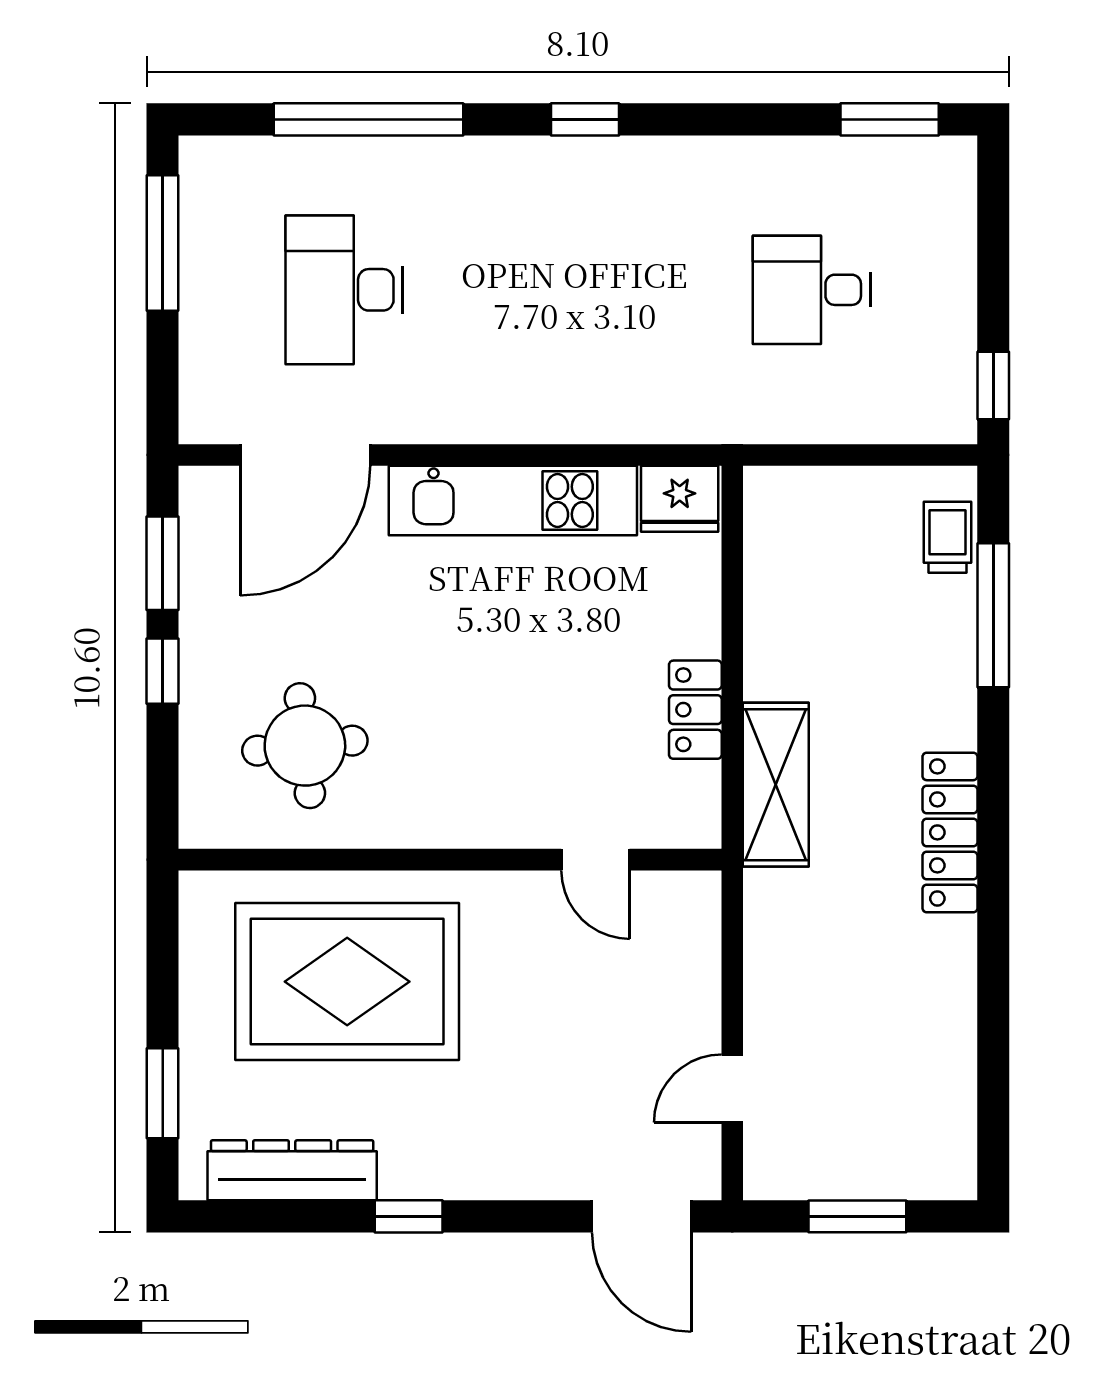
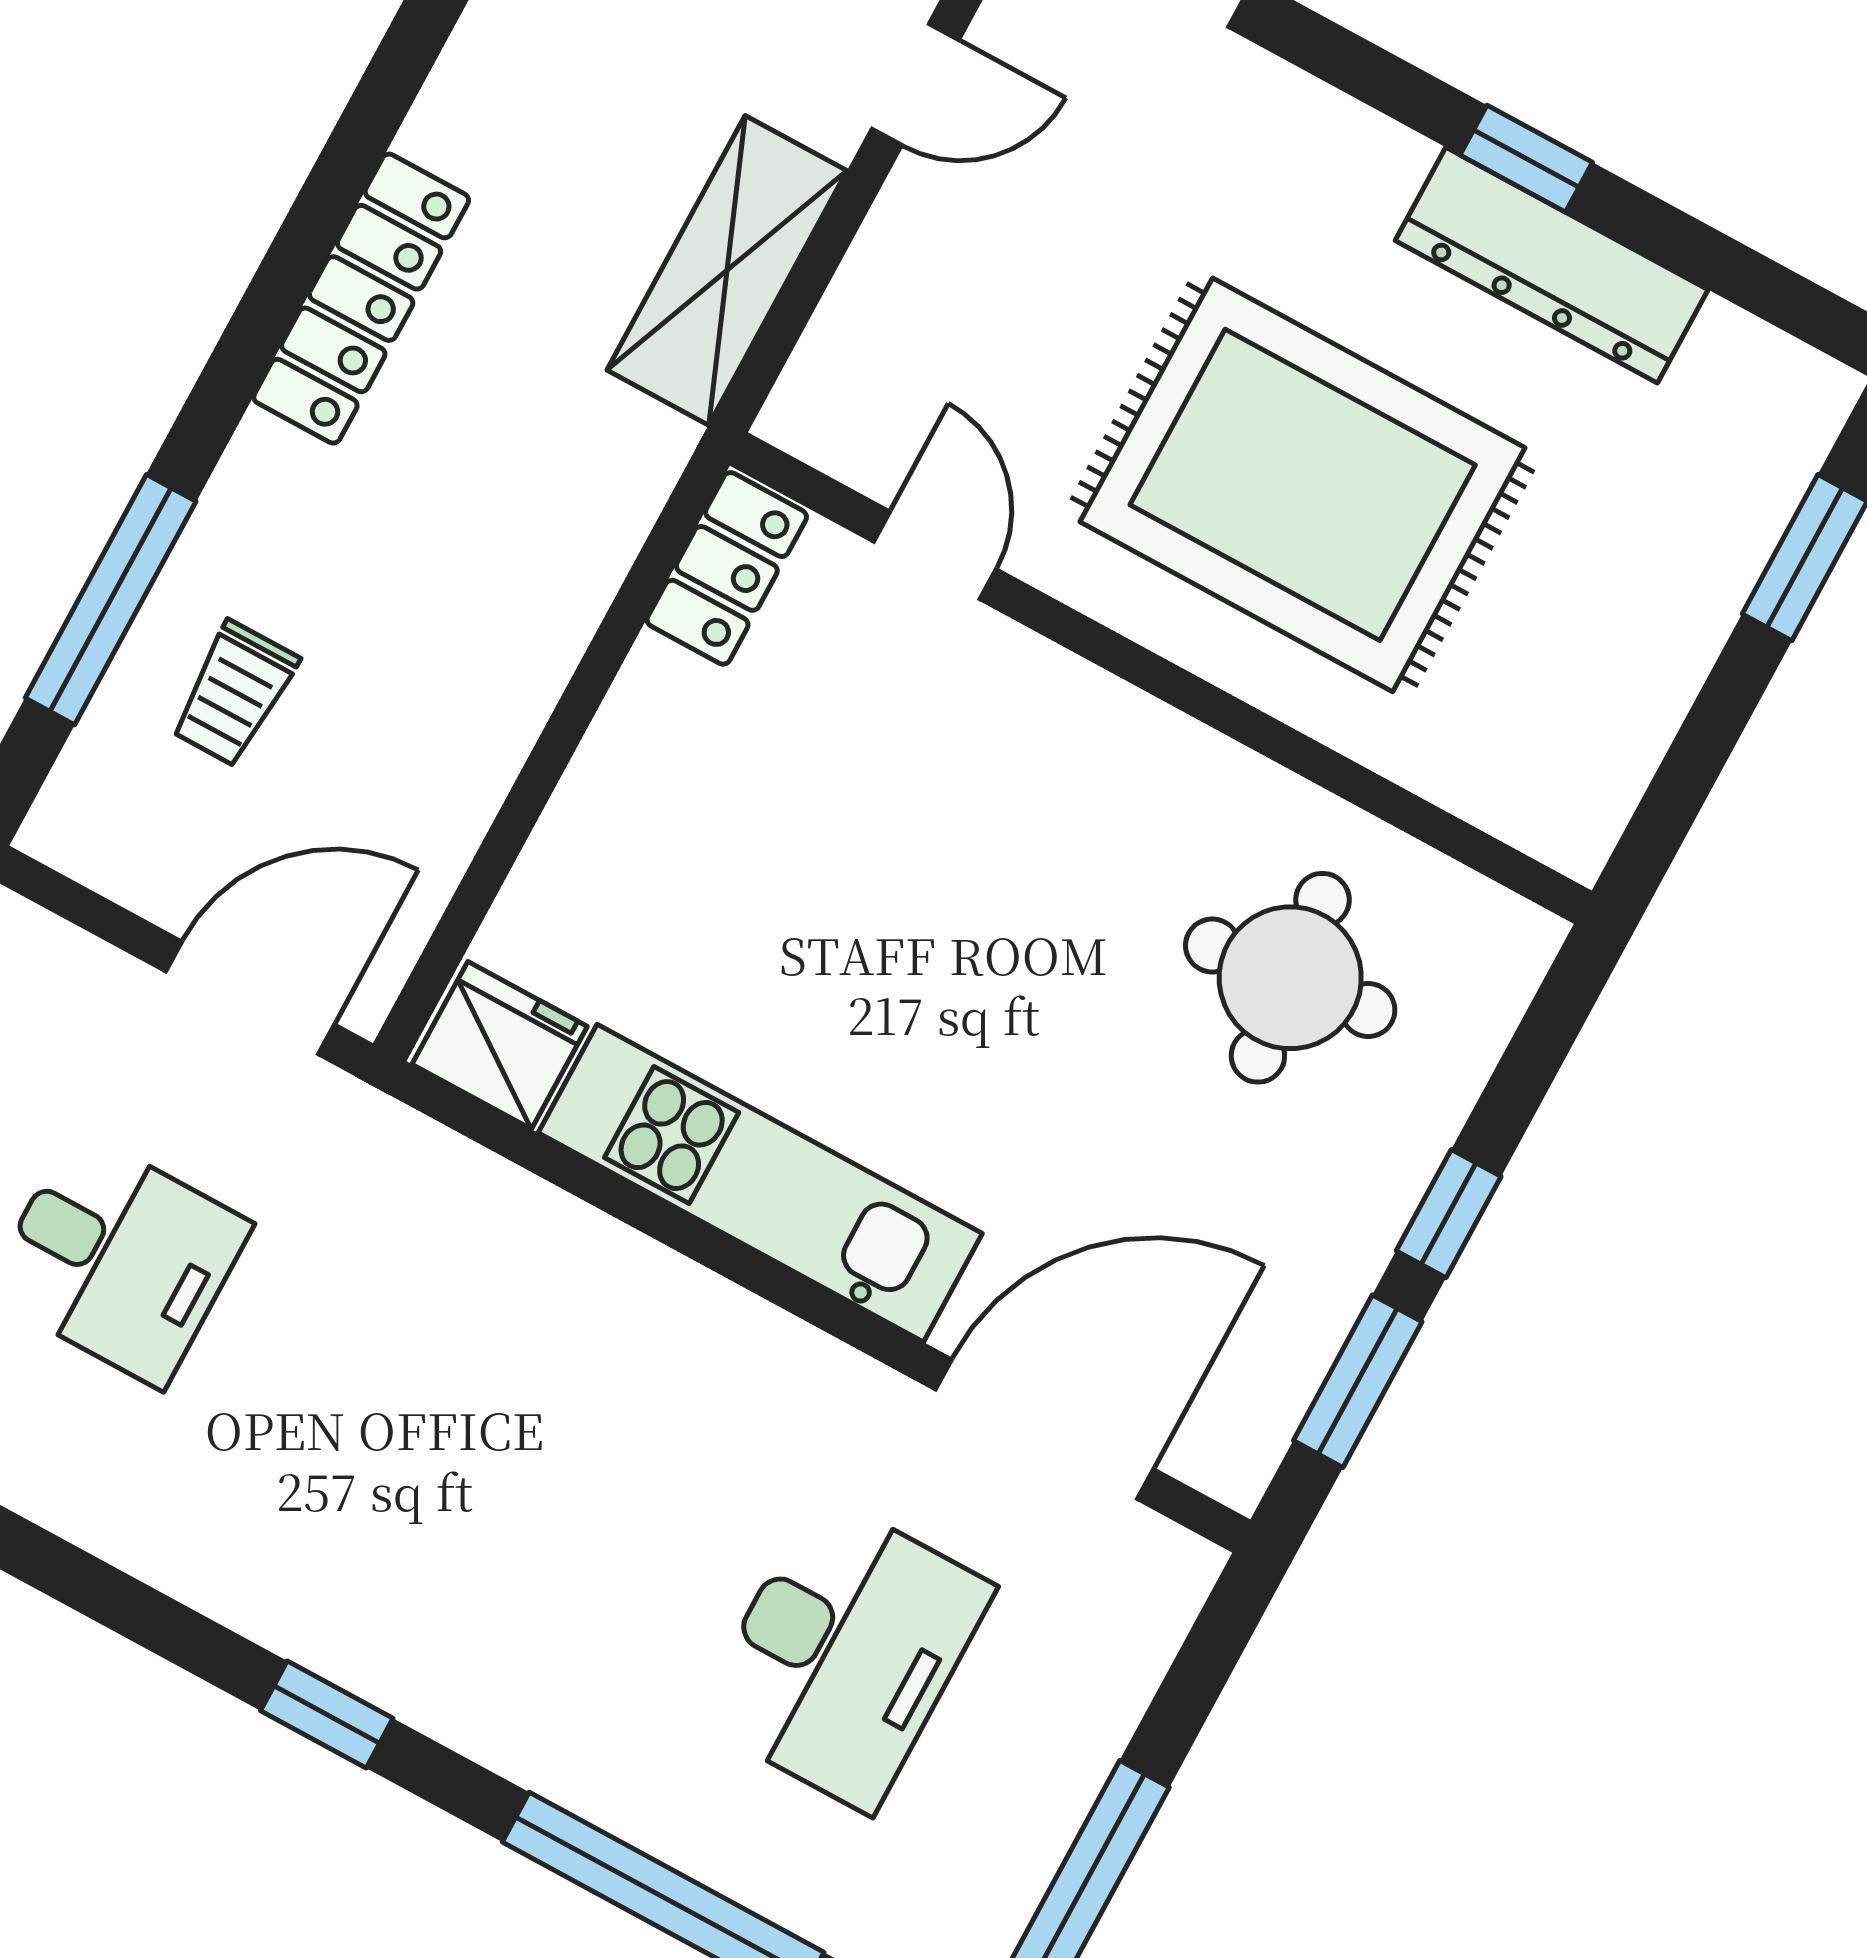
door: (816, 455) -> (250, 998), added
trolley: (948, 537) -> (234, 694), moved
locker: (695, 710) -> (727, 568), moved
shelving: (776, 785) -> (727, 270), moved
rug: (347, 982) -> (1303, 485), moved
dresser: (292, 1170) -> (1552, 265), moved

